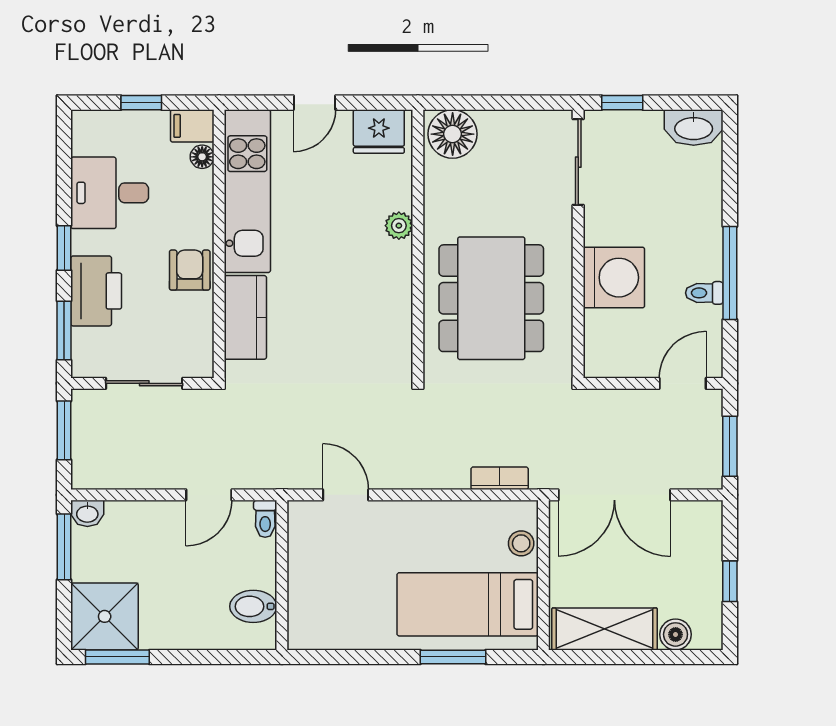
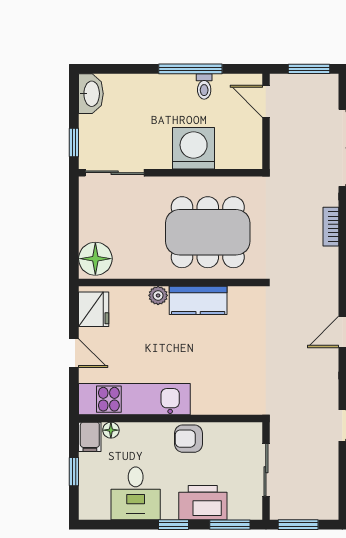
kitchen counter: (245, 317) -> (198, 300), moved, turned 180

